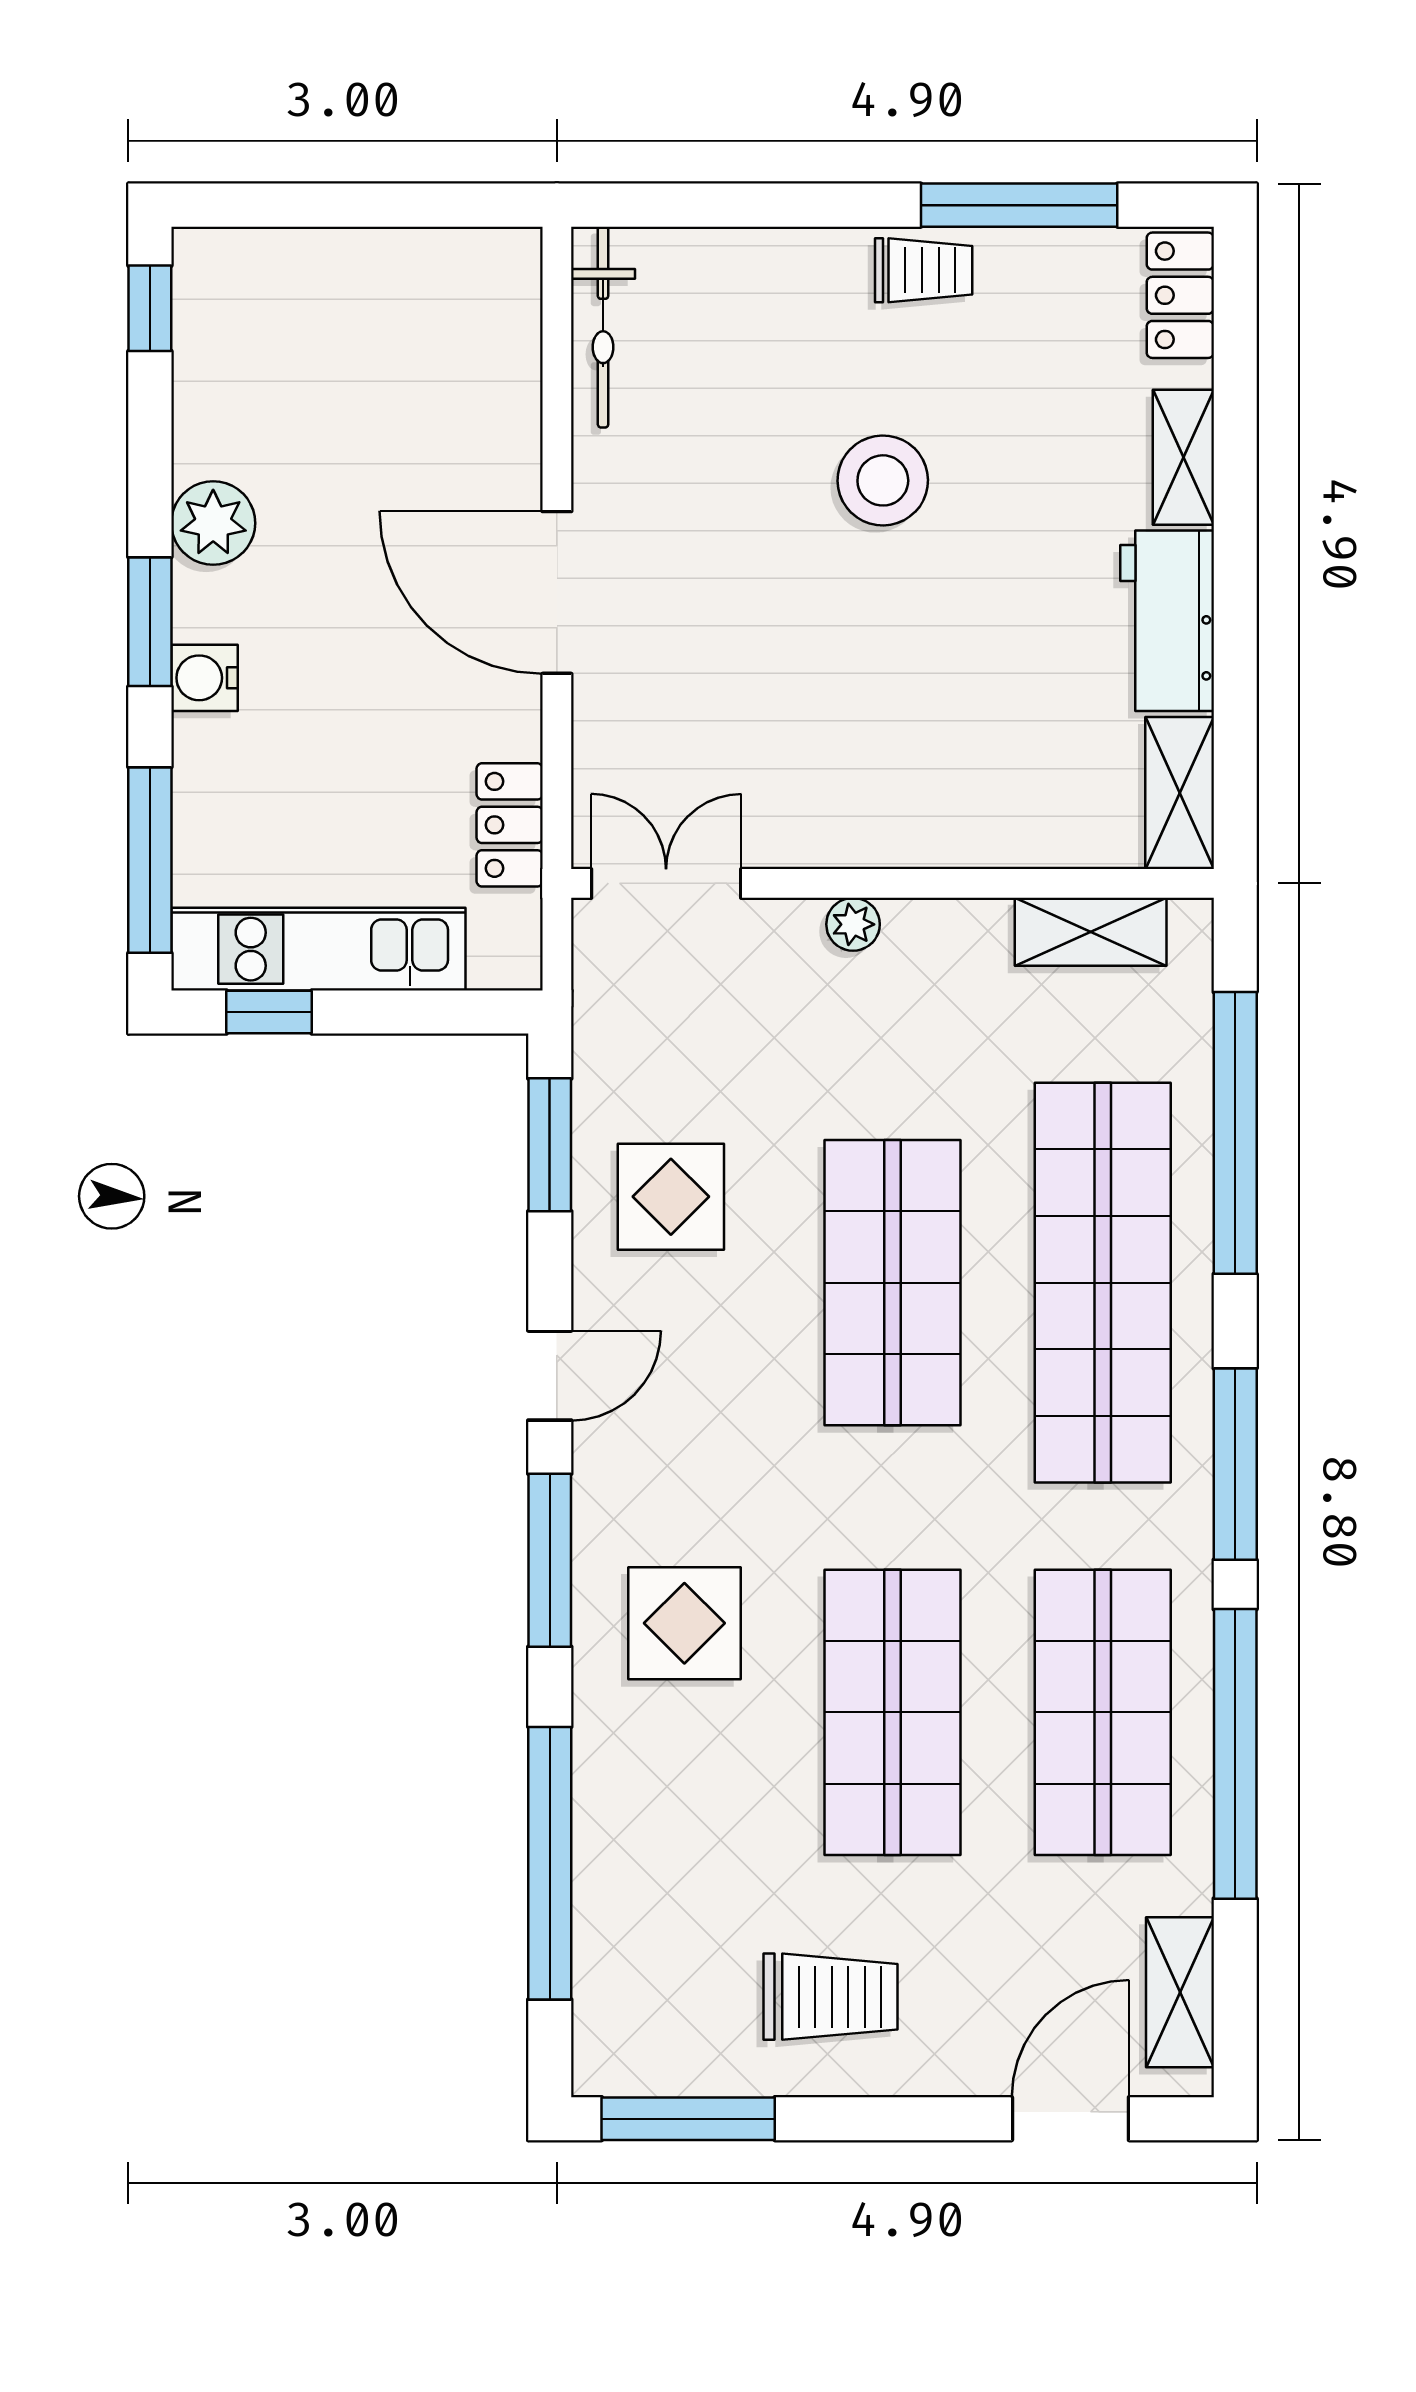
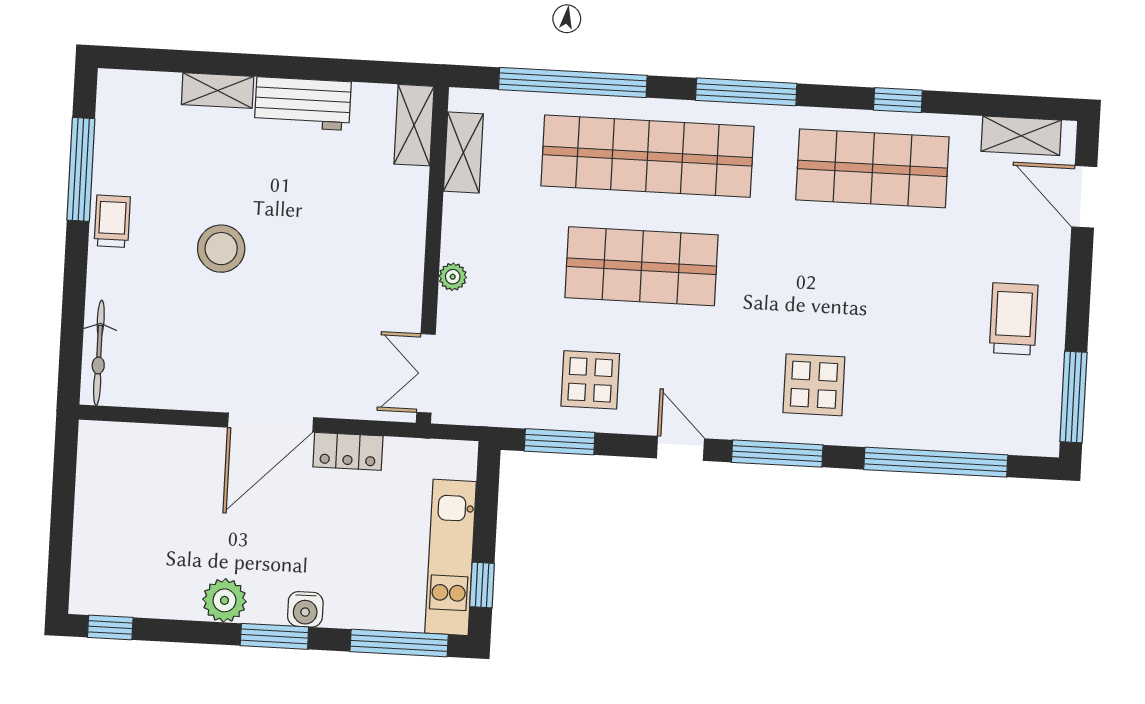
locker: (1180, 295) -> (133, 88), removed
bicycle: (603, 327) -> (99, 353), moved, turned 90
shelving: (1180, 793) -> (414, 125), moved, turned 90
locker: (510, 825) -> (348, 451), moved
shop shelf: (892, 1712) -> (866, 278), removed
window: (1235, 1754) -> (898, 100), width x0.32

